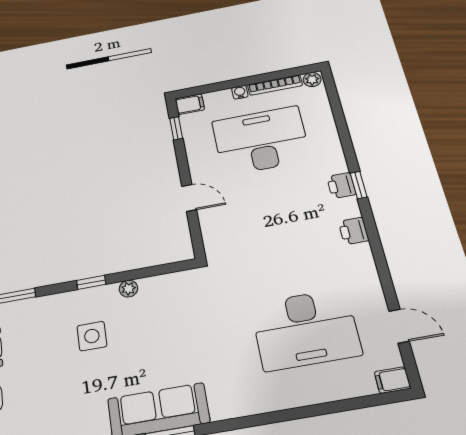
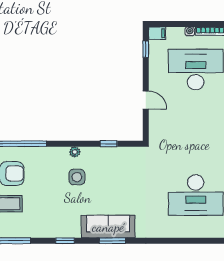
window: (91, 282) -> (109, 144), moved
plant: (128, 289) -> (75, 152), moved

